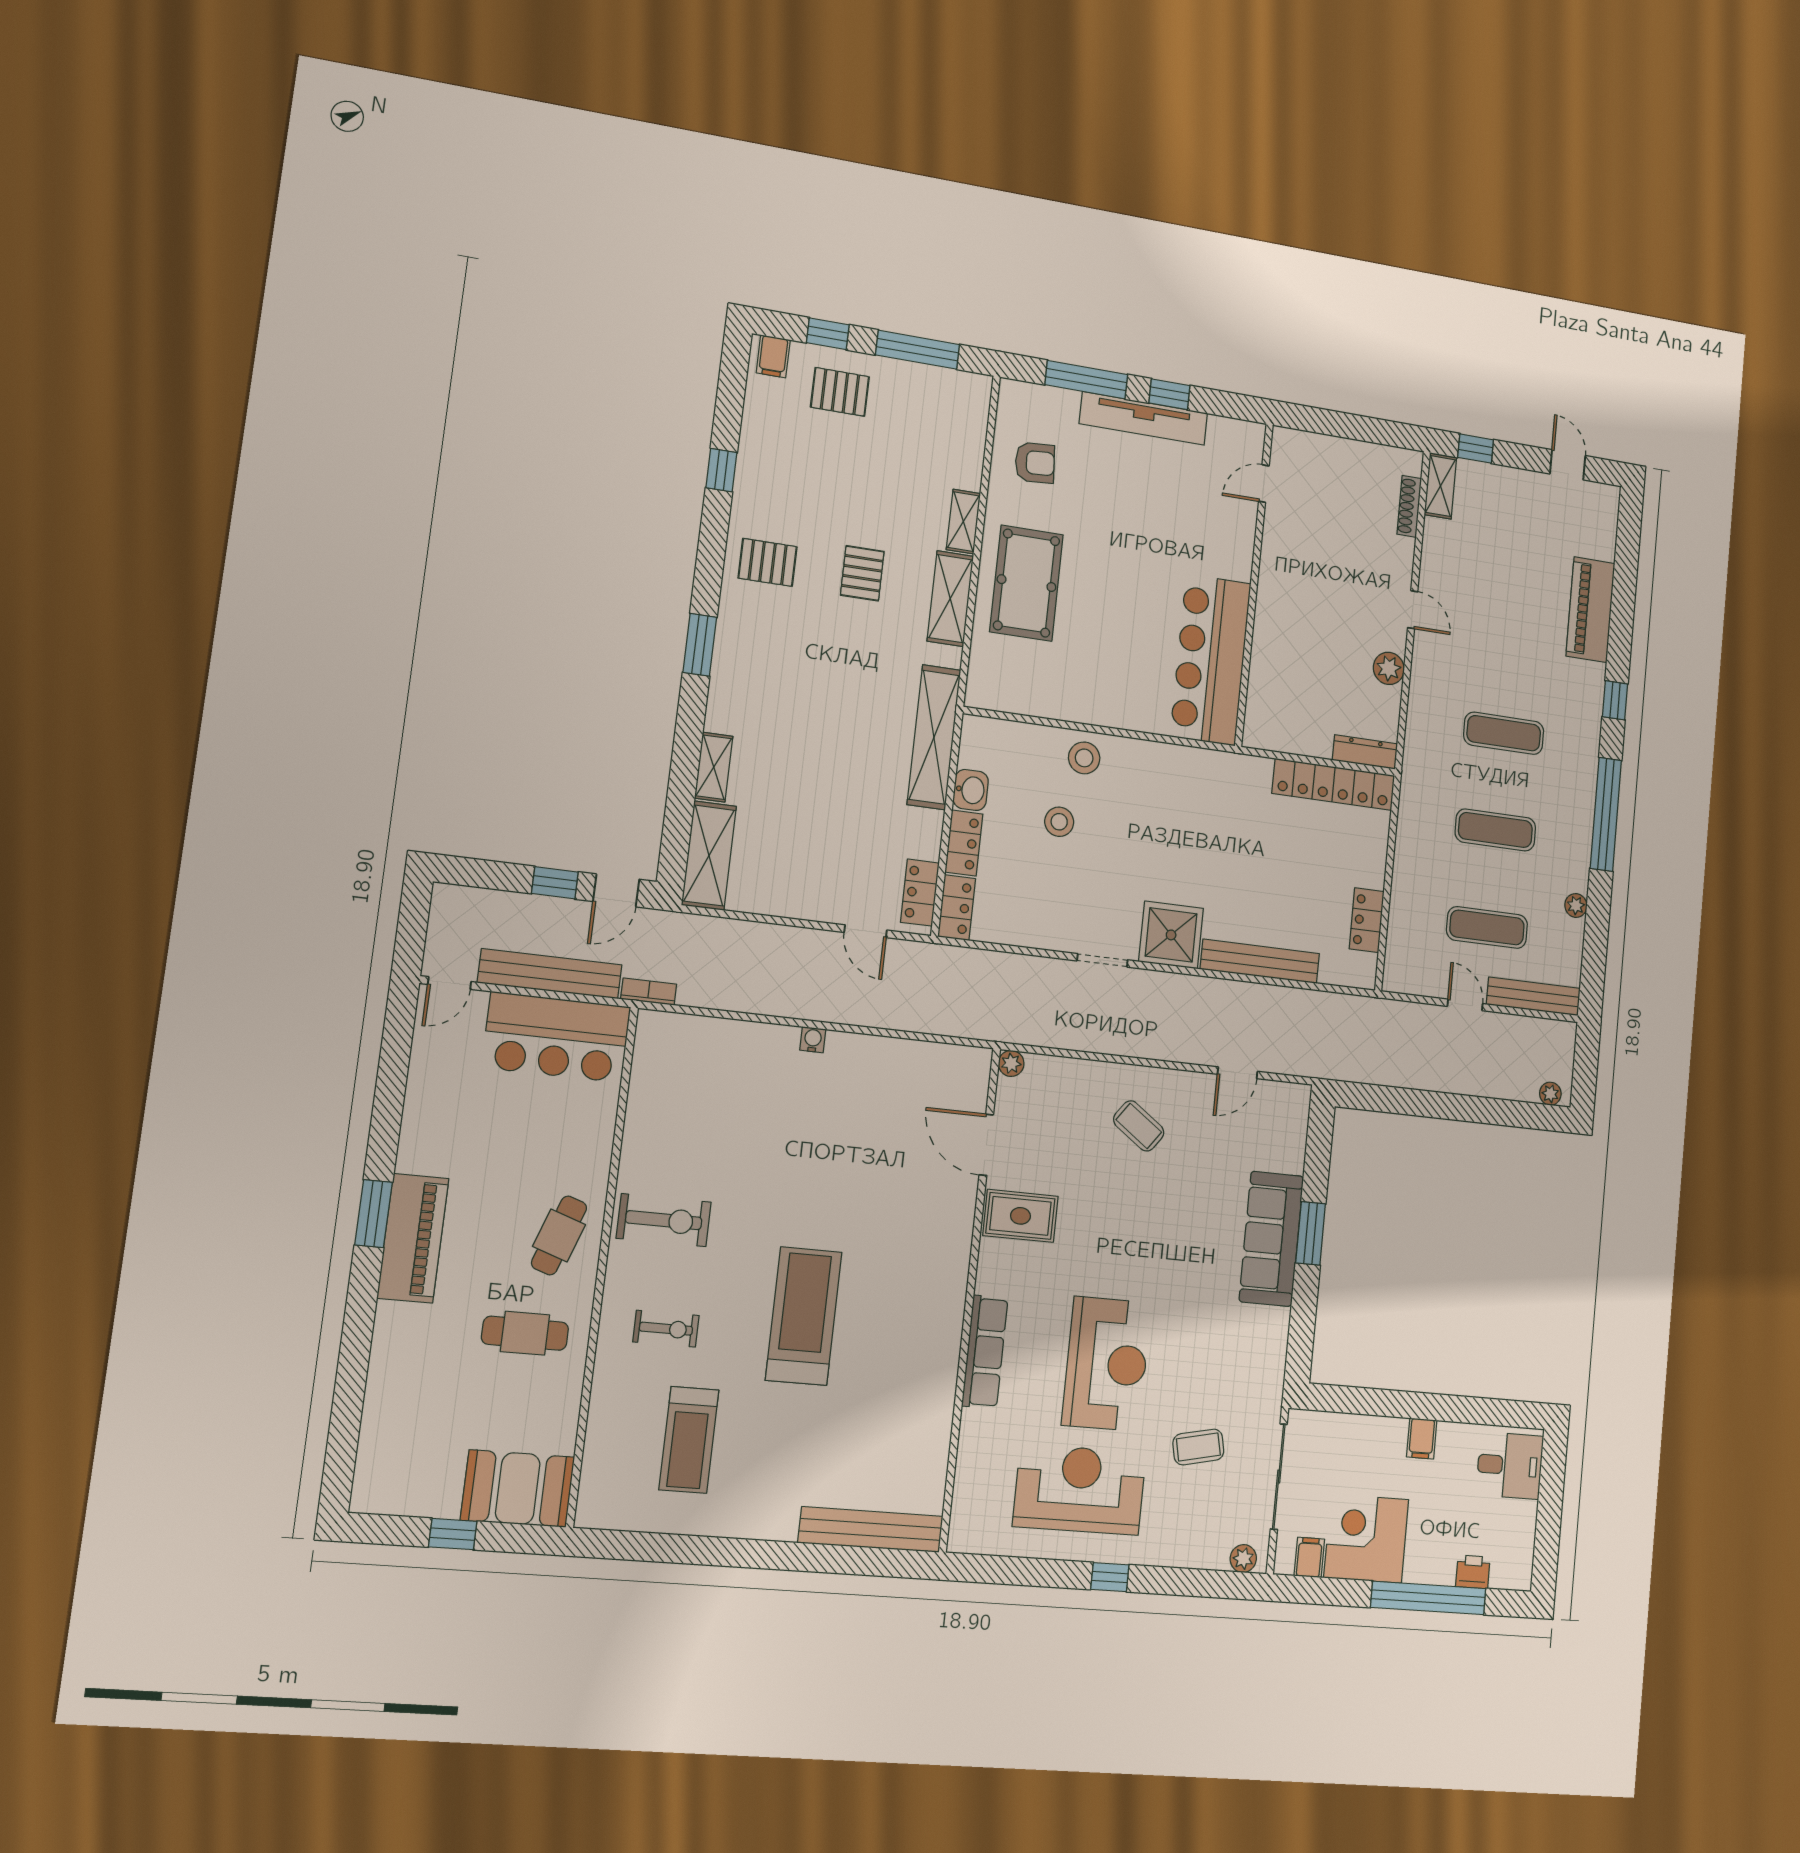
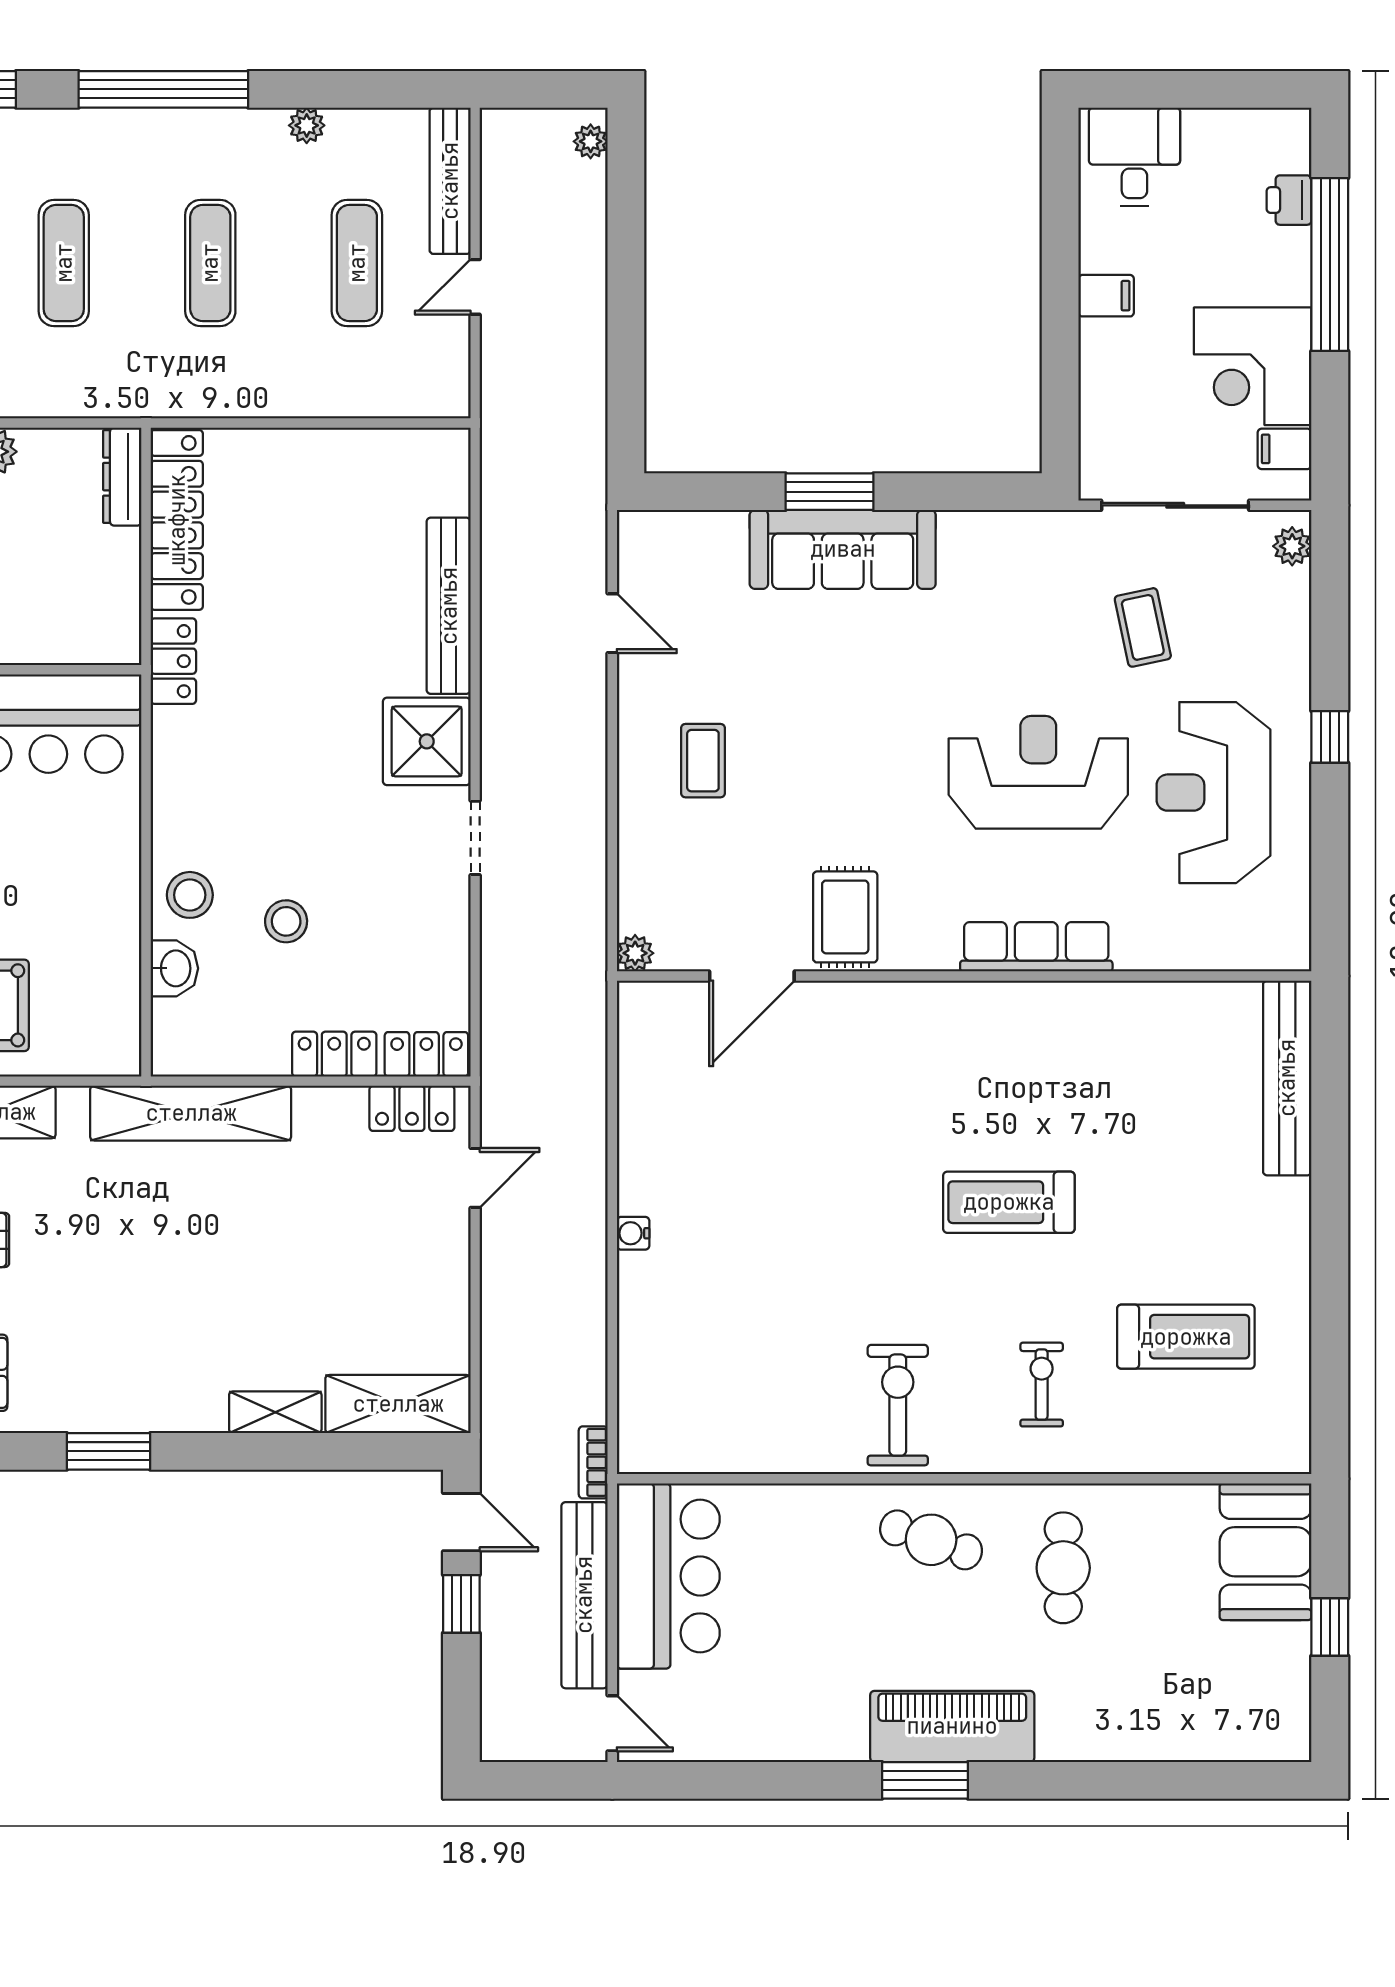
washbasin: (971, 790) -> (174, 968), moved, turned 90
locker: (1367, 920) -> (173, 661), moved, turned -90
coffee table: (1139, 1126) -> (703, 761), turned -36
treadmill: (804, 1316) -> (1009, 1202), width x0.73, depth x0.73

